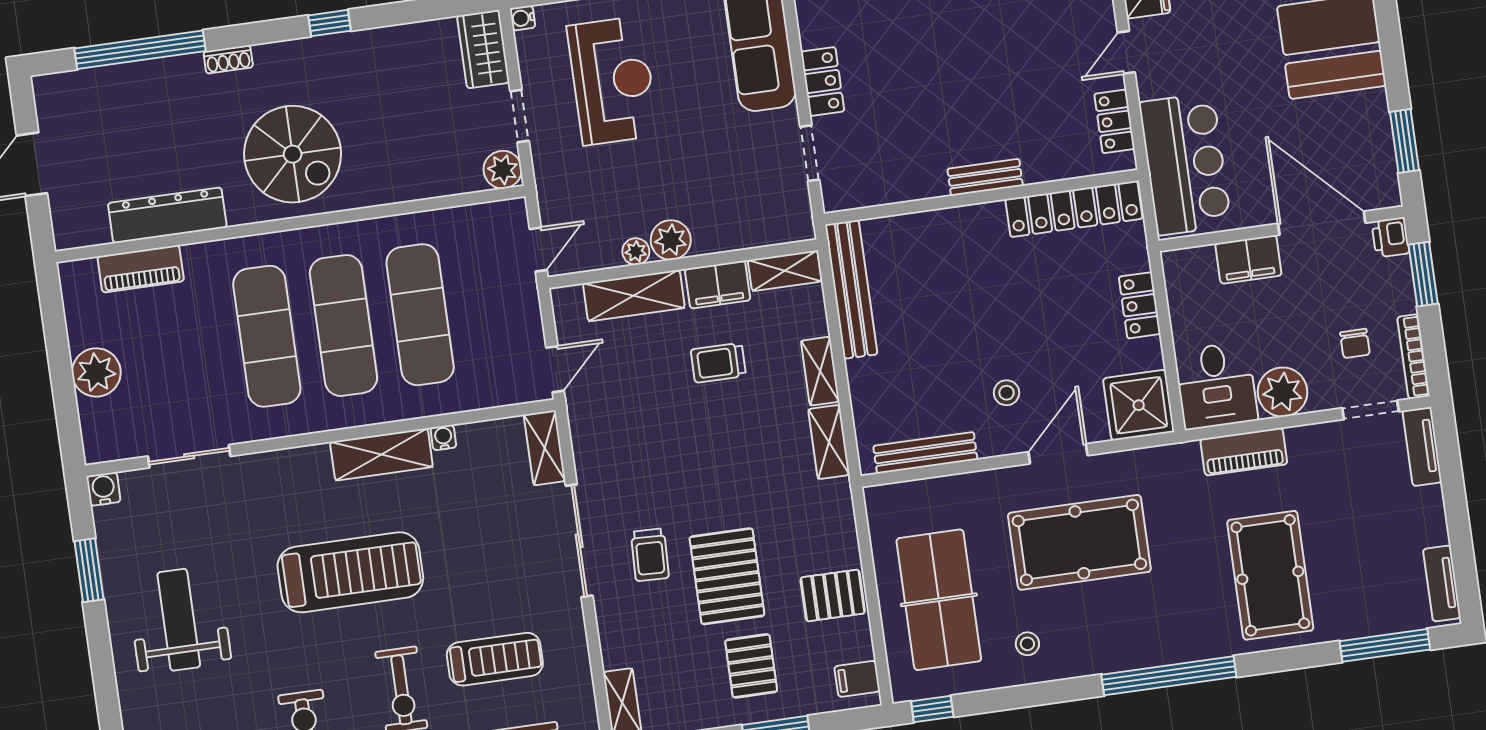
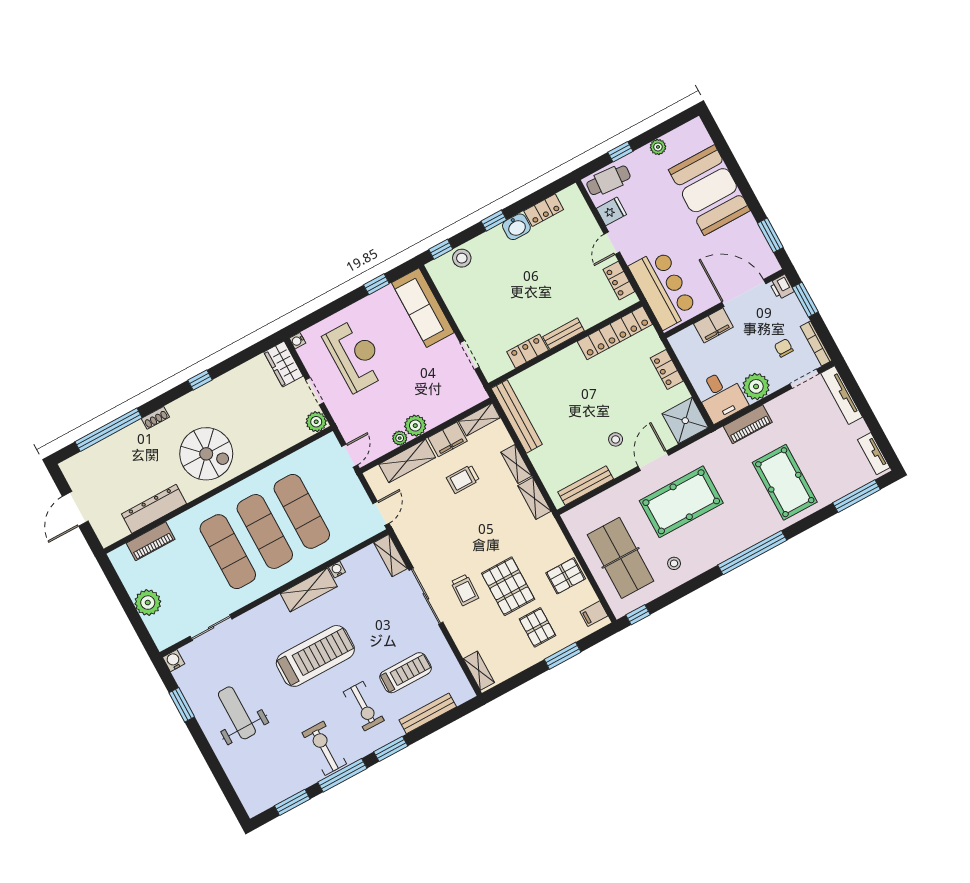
locker: (823, 82) -> (528, 351), moved, turned -90
chair: (1355, 343) -> (784, 348), turned 180
tv unit: (1422, 447) -> (842, 395), width x1.41

